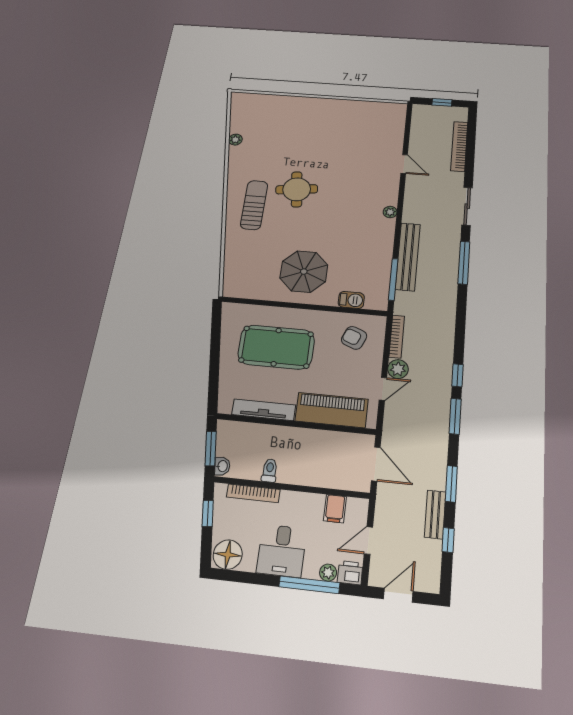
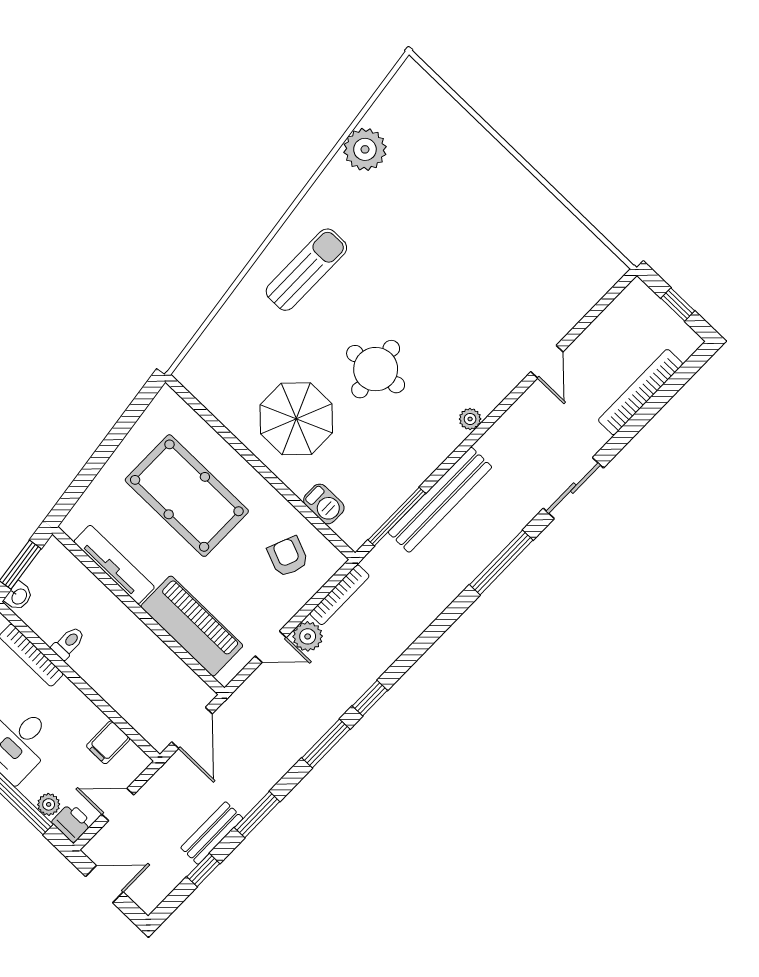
plant: (235, 140) -> (365, 149), width x1.88, depth x1.88
round table: (297, 189) -> (376, 369), moved

